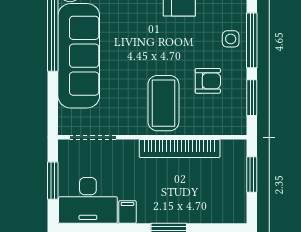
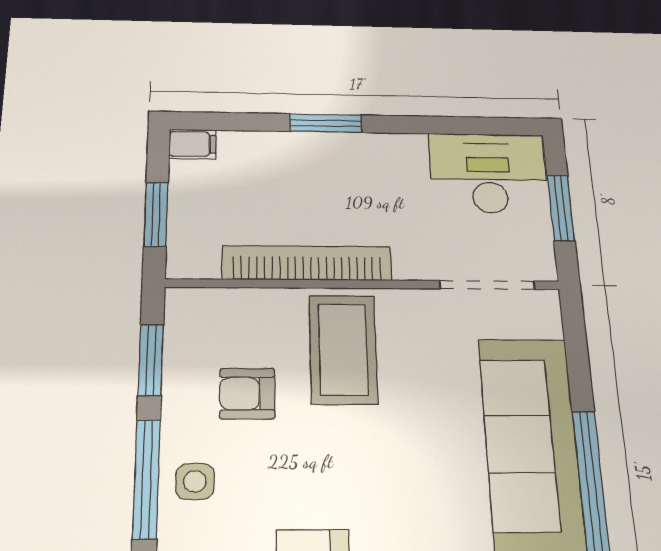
filing cabinet: (127, 212) -> (192, 144), moved, turned -90

